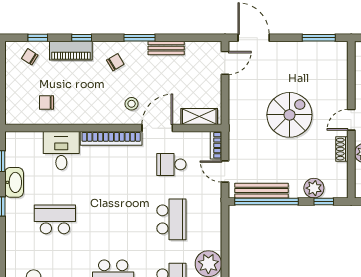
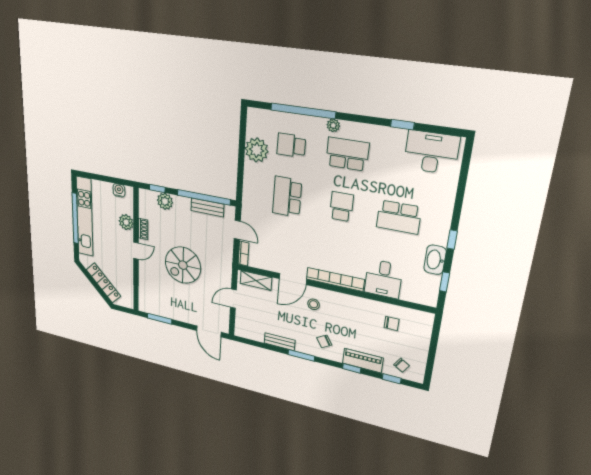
door: (225, 63) -> (233, 299), moved
school desk: (171, 164) -> (341, 207), moved, turned -90
bench: (261, 191) -> (207, 207), width x0.73

